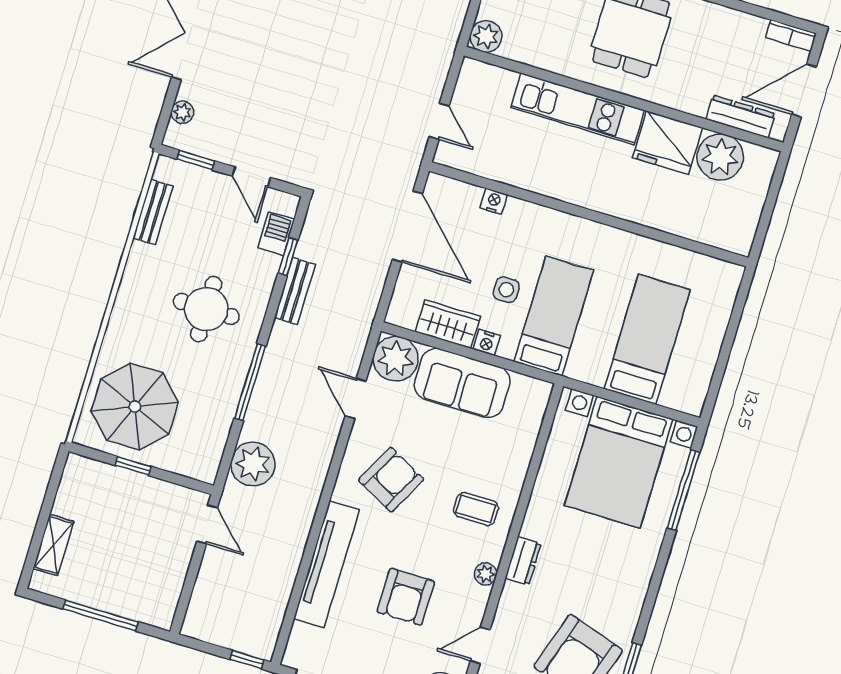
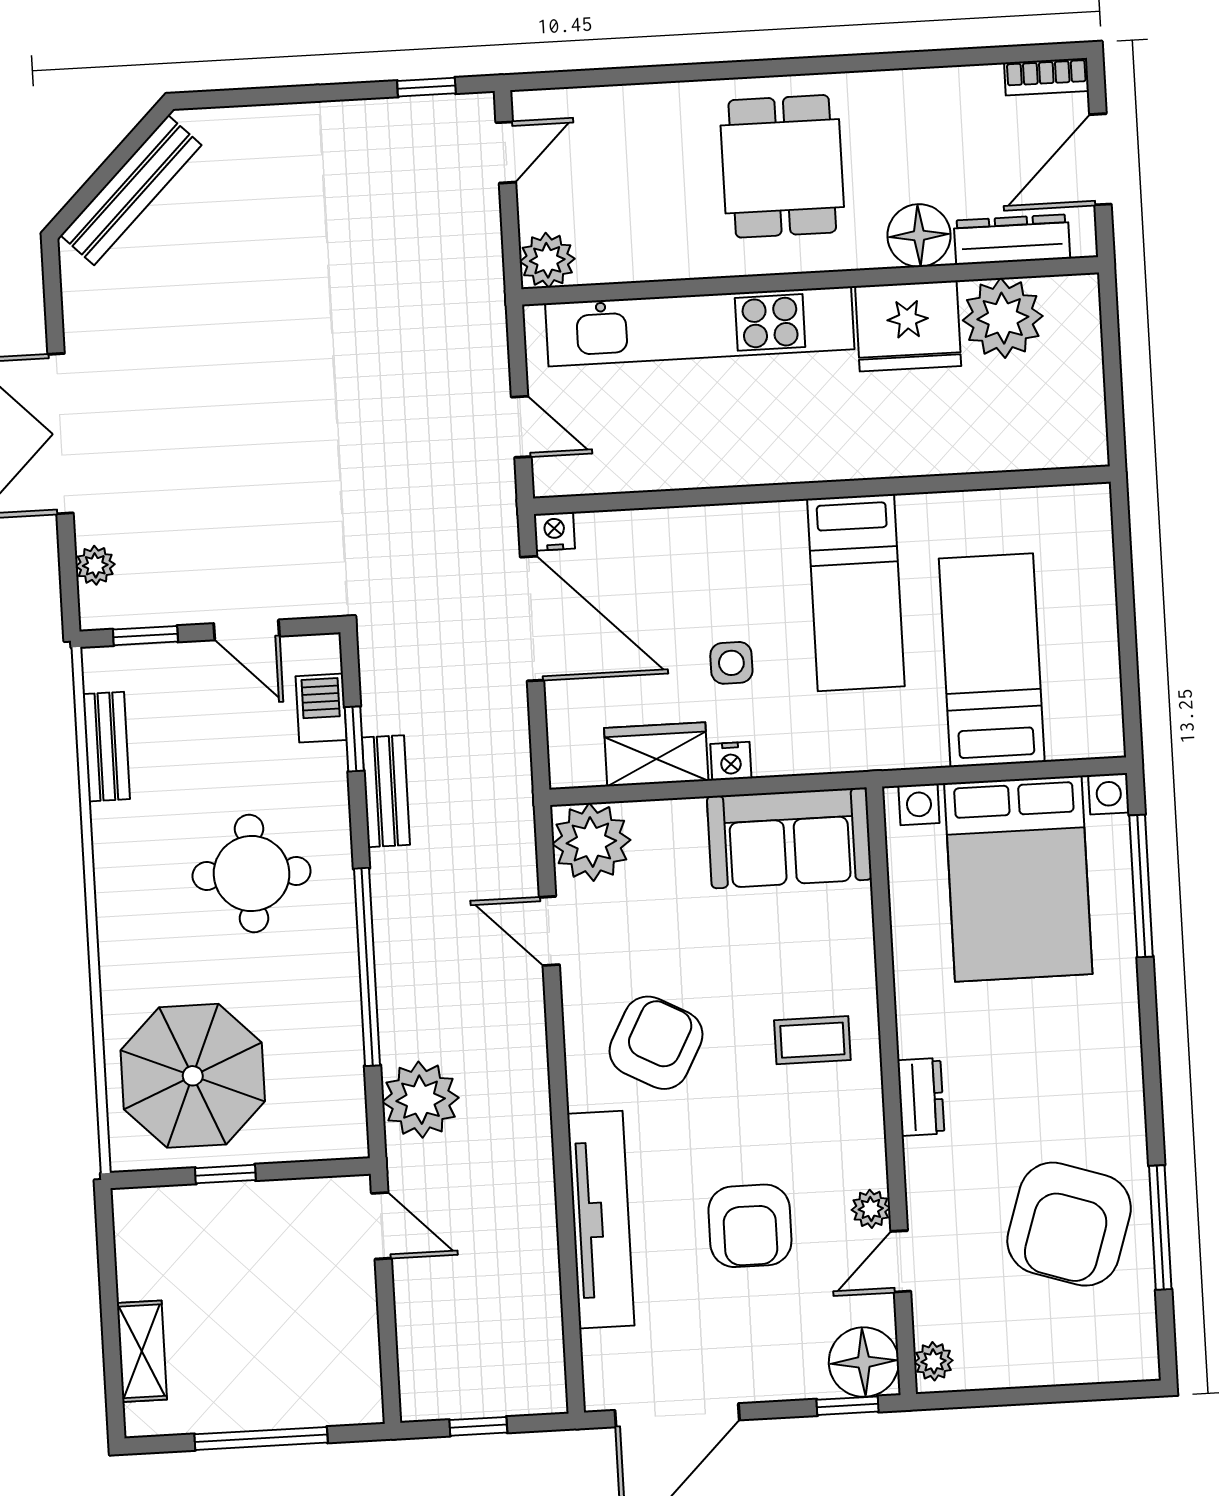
floor lamp: (691, 96) -> (919, 235), added
kitchen unit: (578, 109) -> (700, 326), width x1.36
nightstand: (494, 201) -> (554, 531), moved
bed: (554, 316) -> (856, 593), moved, turned 180
window: (250, 382) -> (367, 967), width x1.46
sofa: (462, 383) -> (789, 838), moved
plant: (486, 574) -> (871, 1209), moved
window: (247, 660) -> (478, 1426), moved

